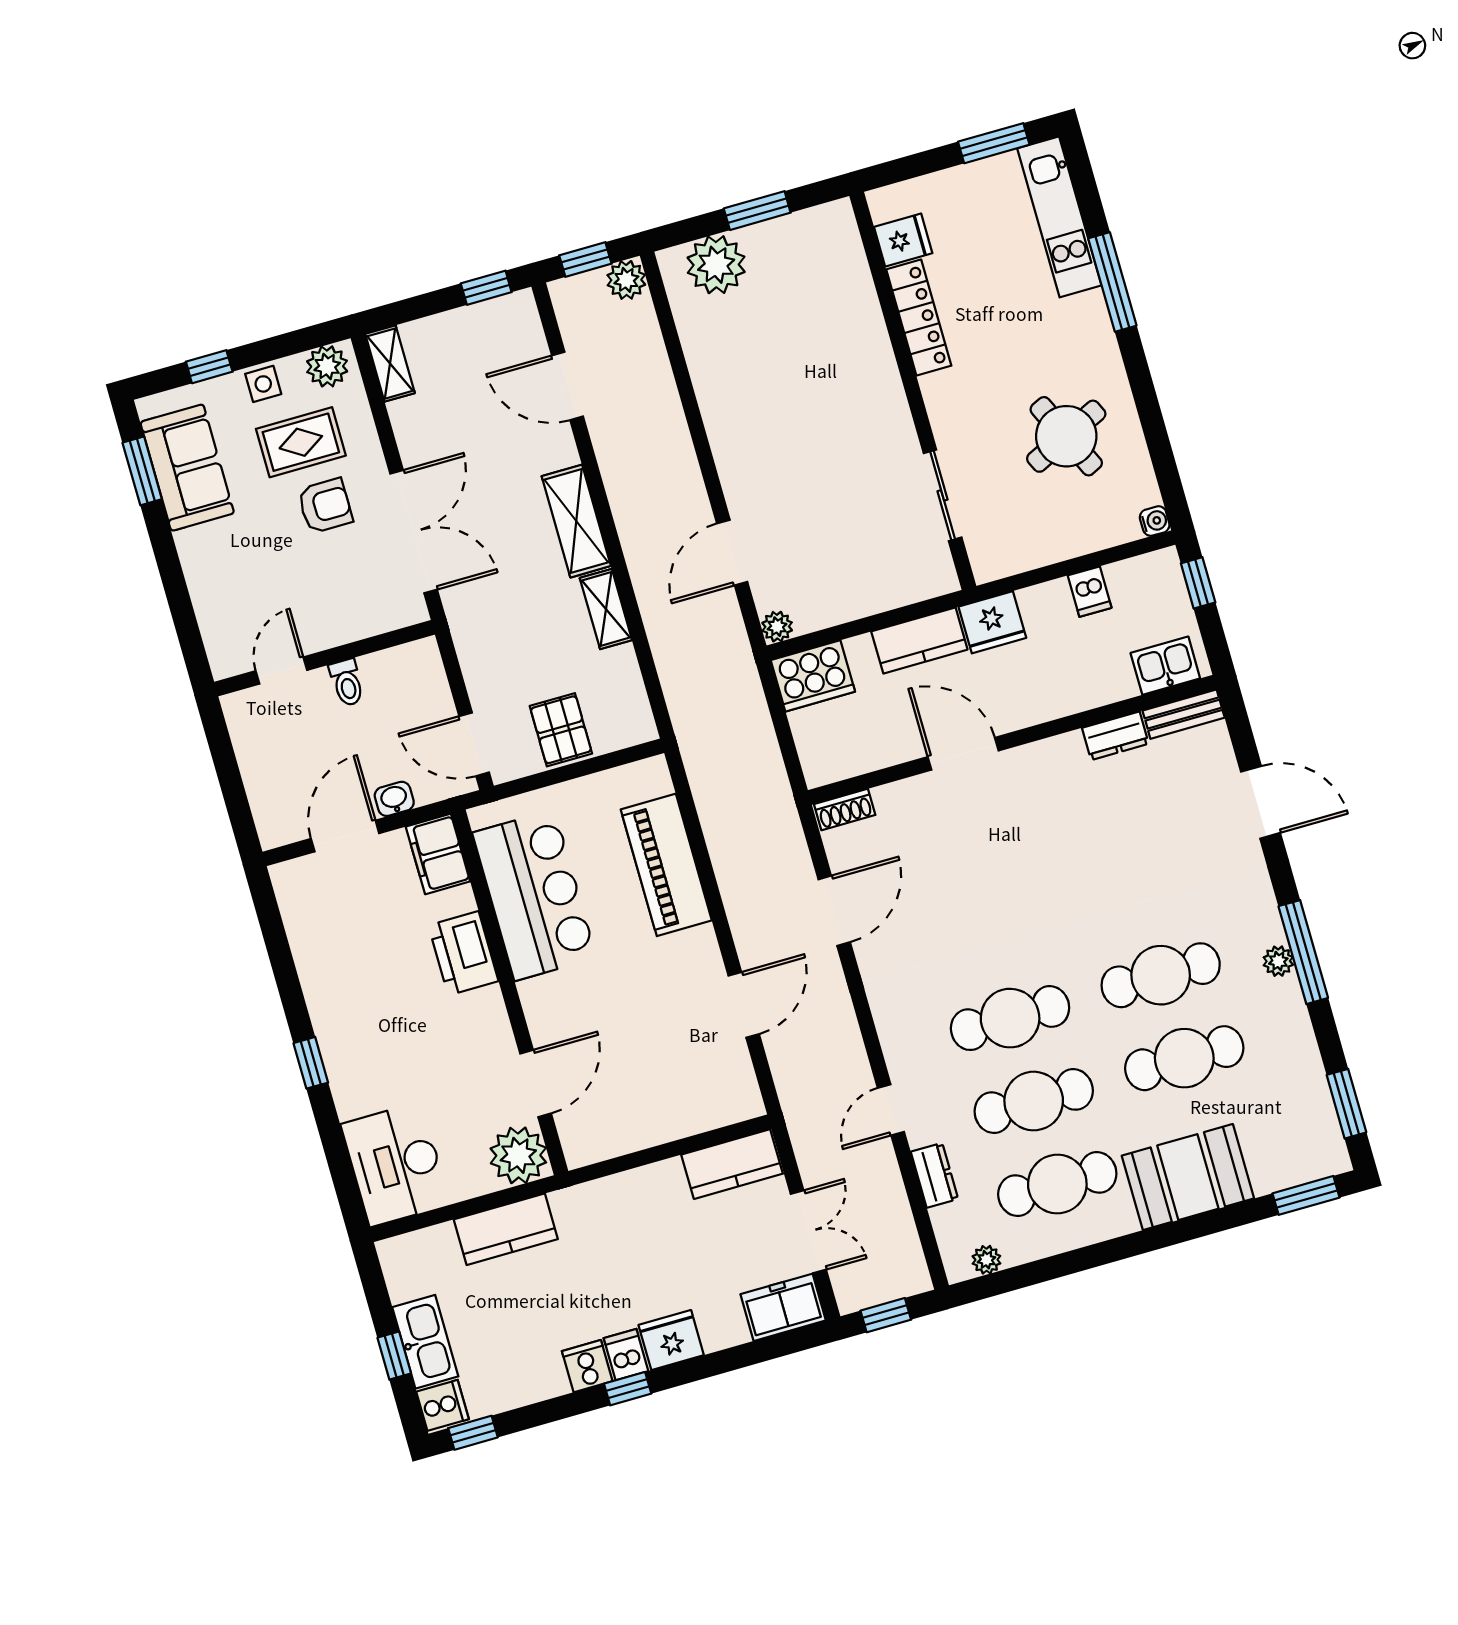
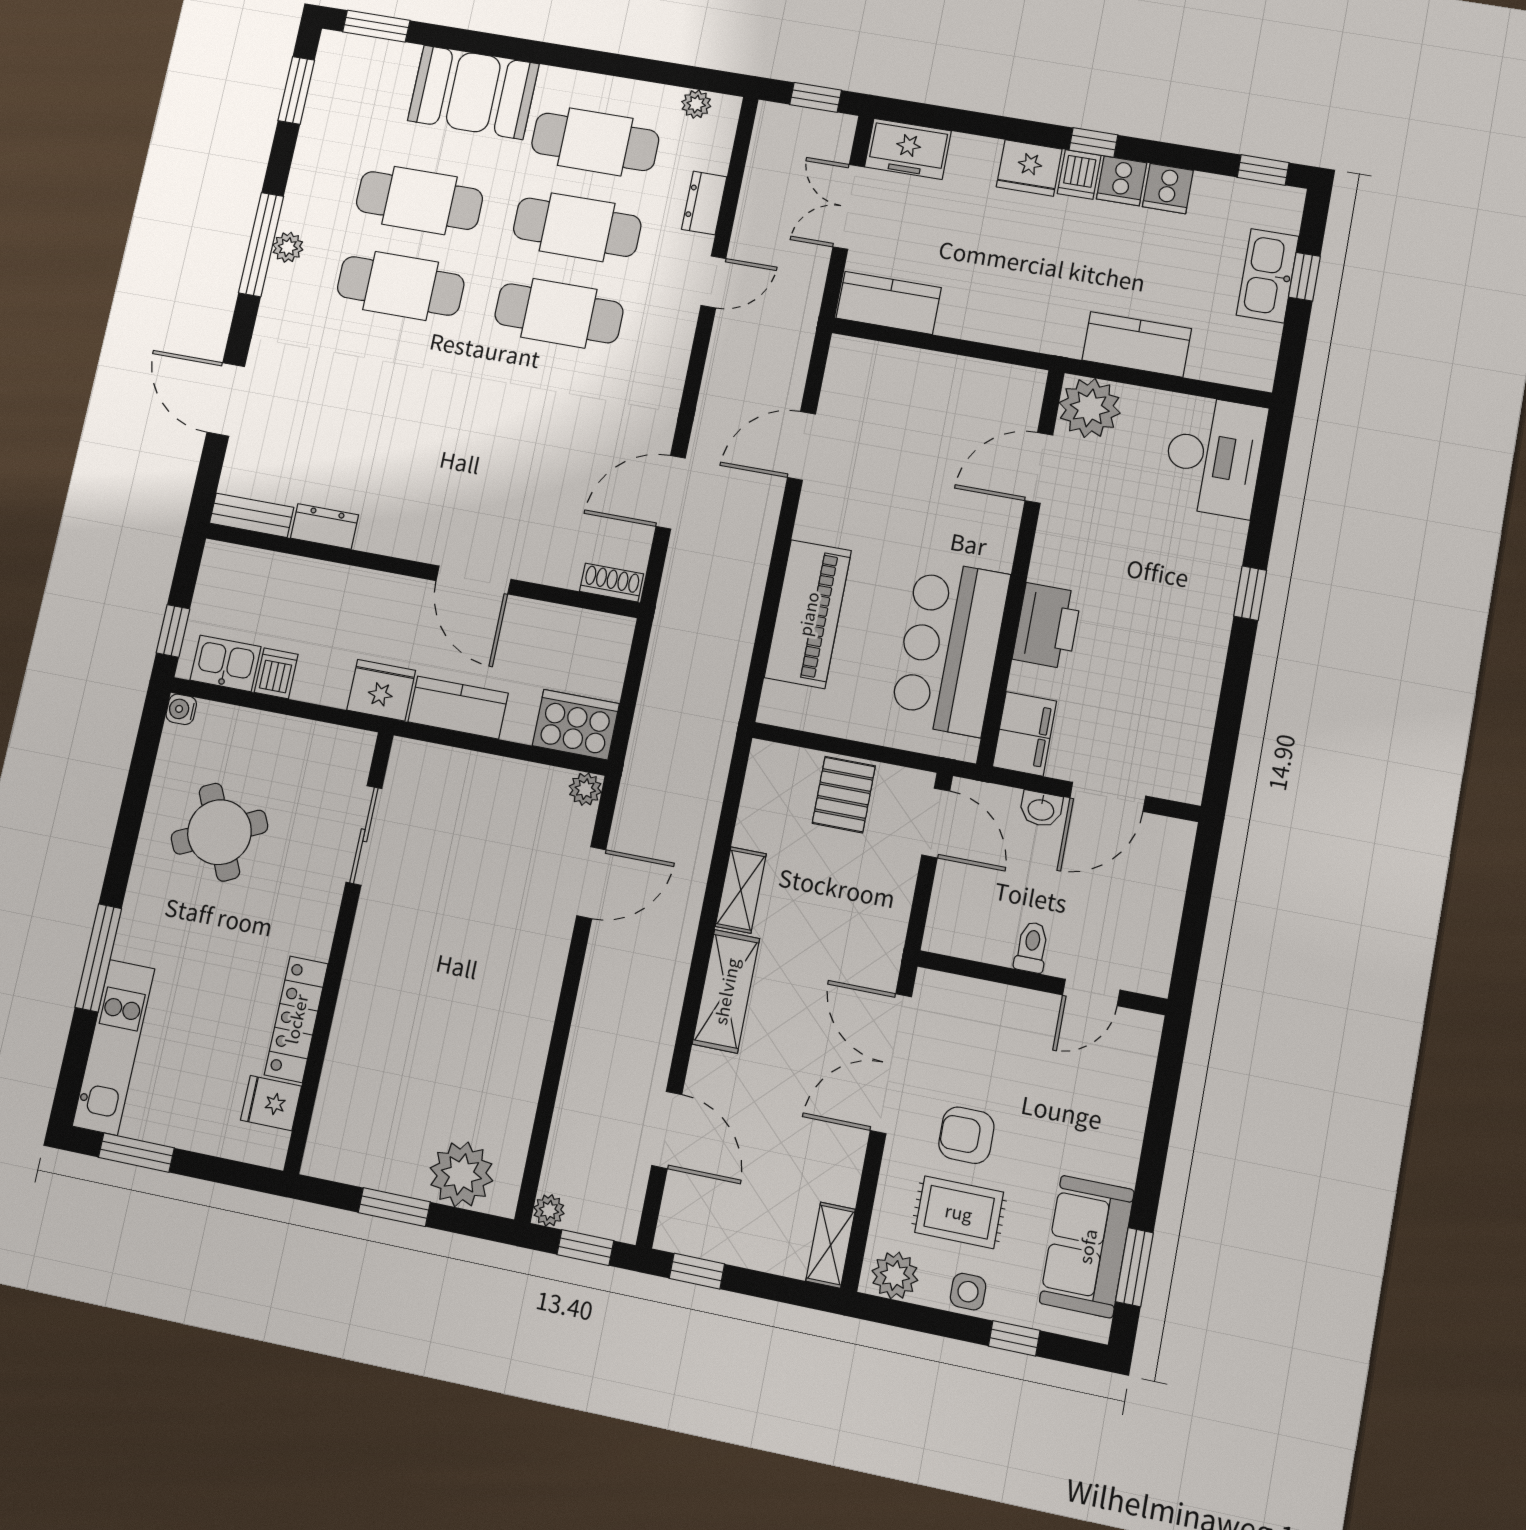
plant: (626, 280) -> (549, 1210), width x0.73, depth x0.73
kitchen sink: (1165, 666) -> (226, 663), moved, turned 180
cooker: (443, 1405) -> (1168, 189), moved, turned -90

